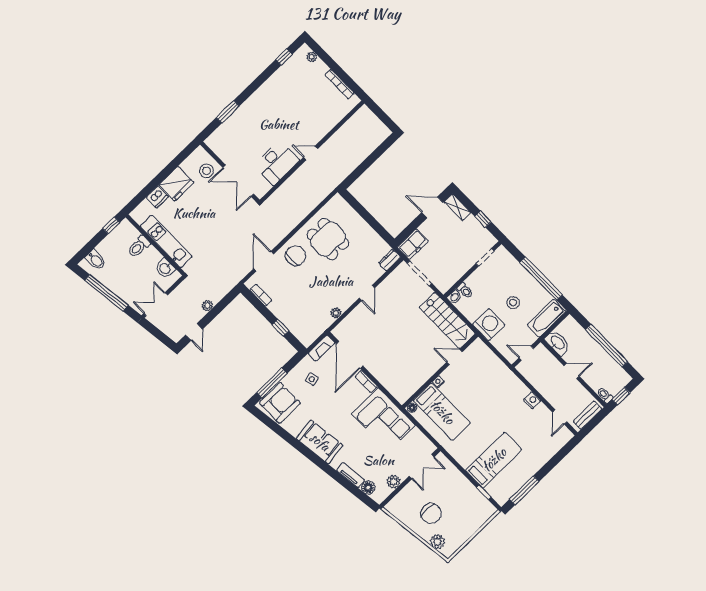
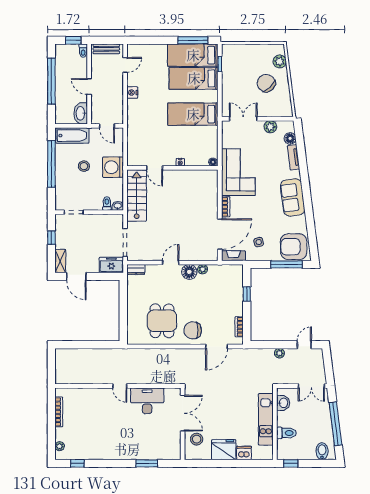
floor lamp: (344, 300) -> (189, 272), added
bed: (442, 412) -> (193, 114), moved, turned -90
bed: (513, 478) -> (193, 55), added
chair: (431, 513) -> (266, 83), turned -43

